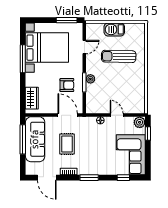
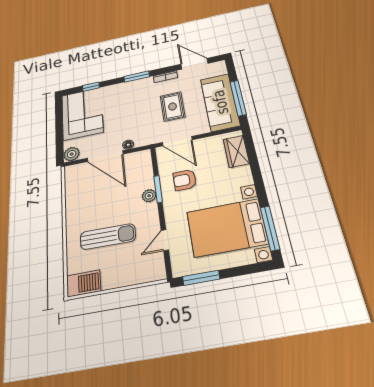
barbecue: (114, 29) -> (84, 283), moved
window: (23, 59) -> (270, 228), moved
door: (117, 115) -> (105, 156), width x1.88
window: (148, 134) -> (60, 143), removed

